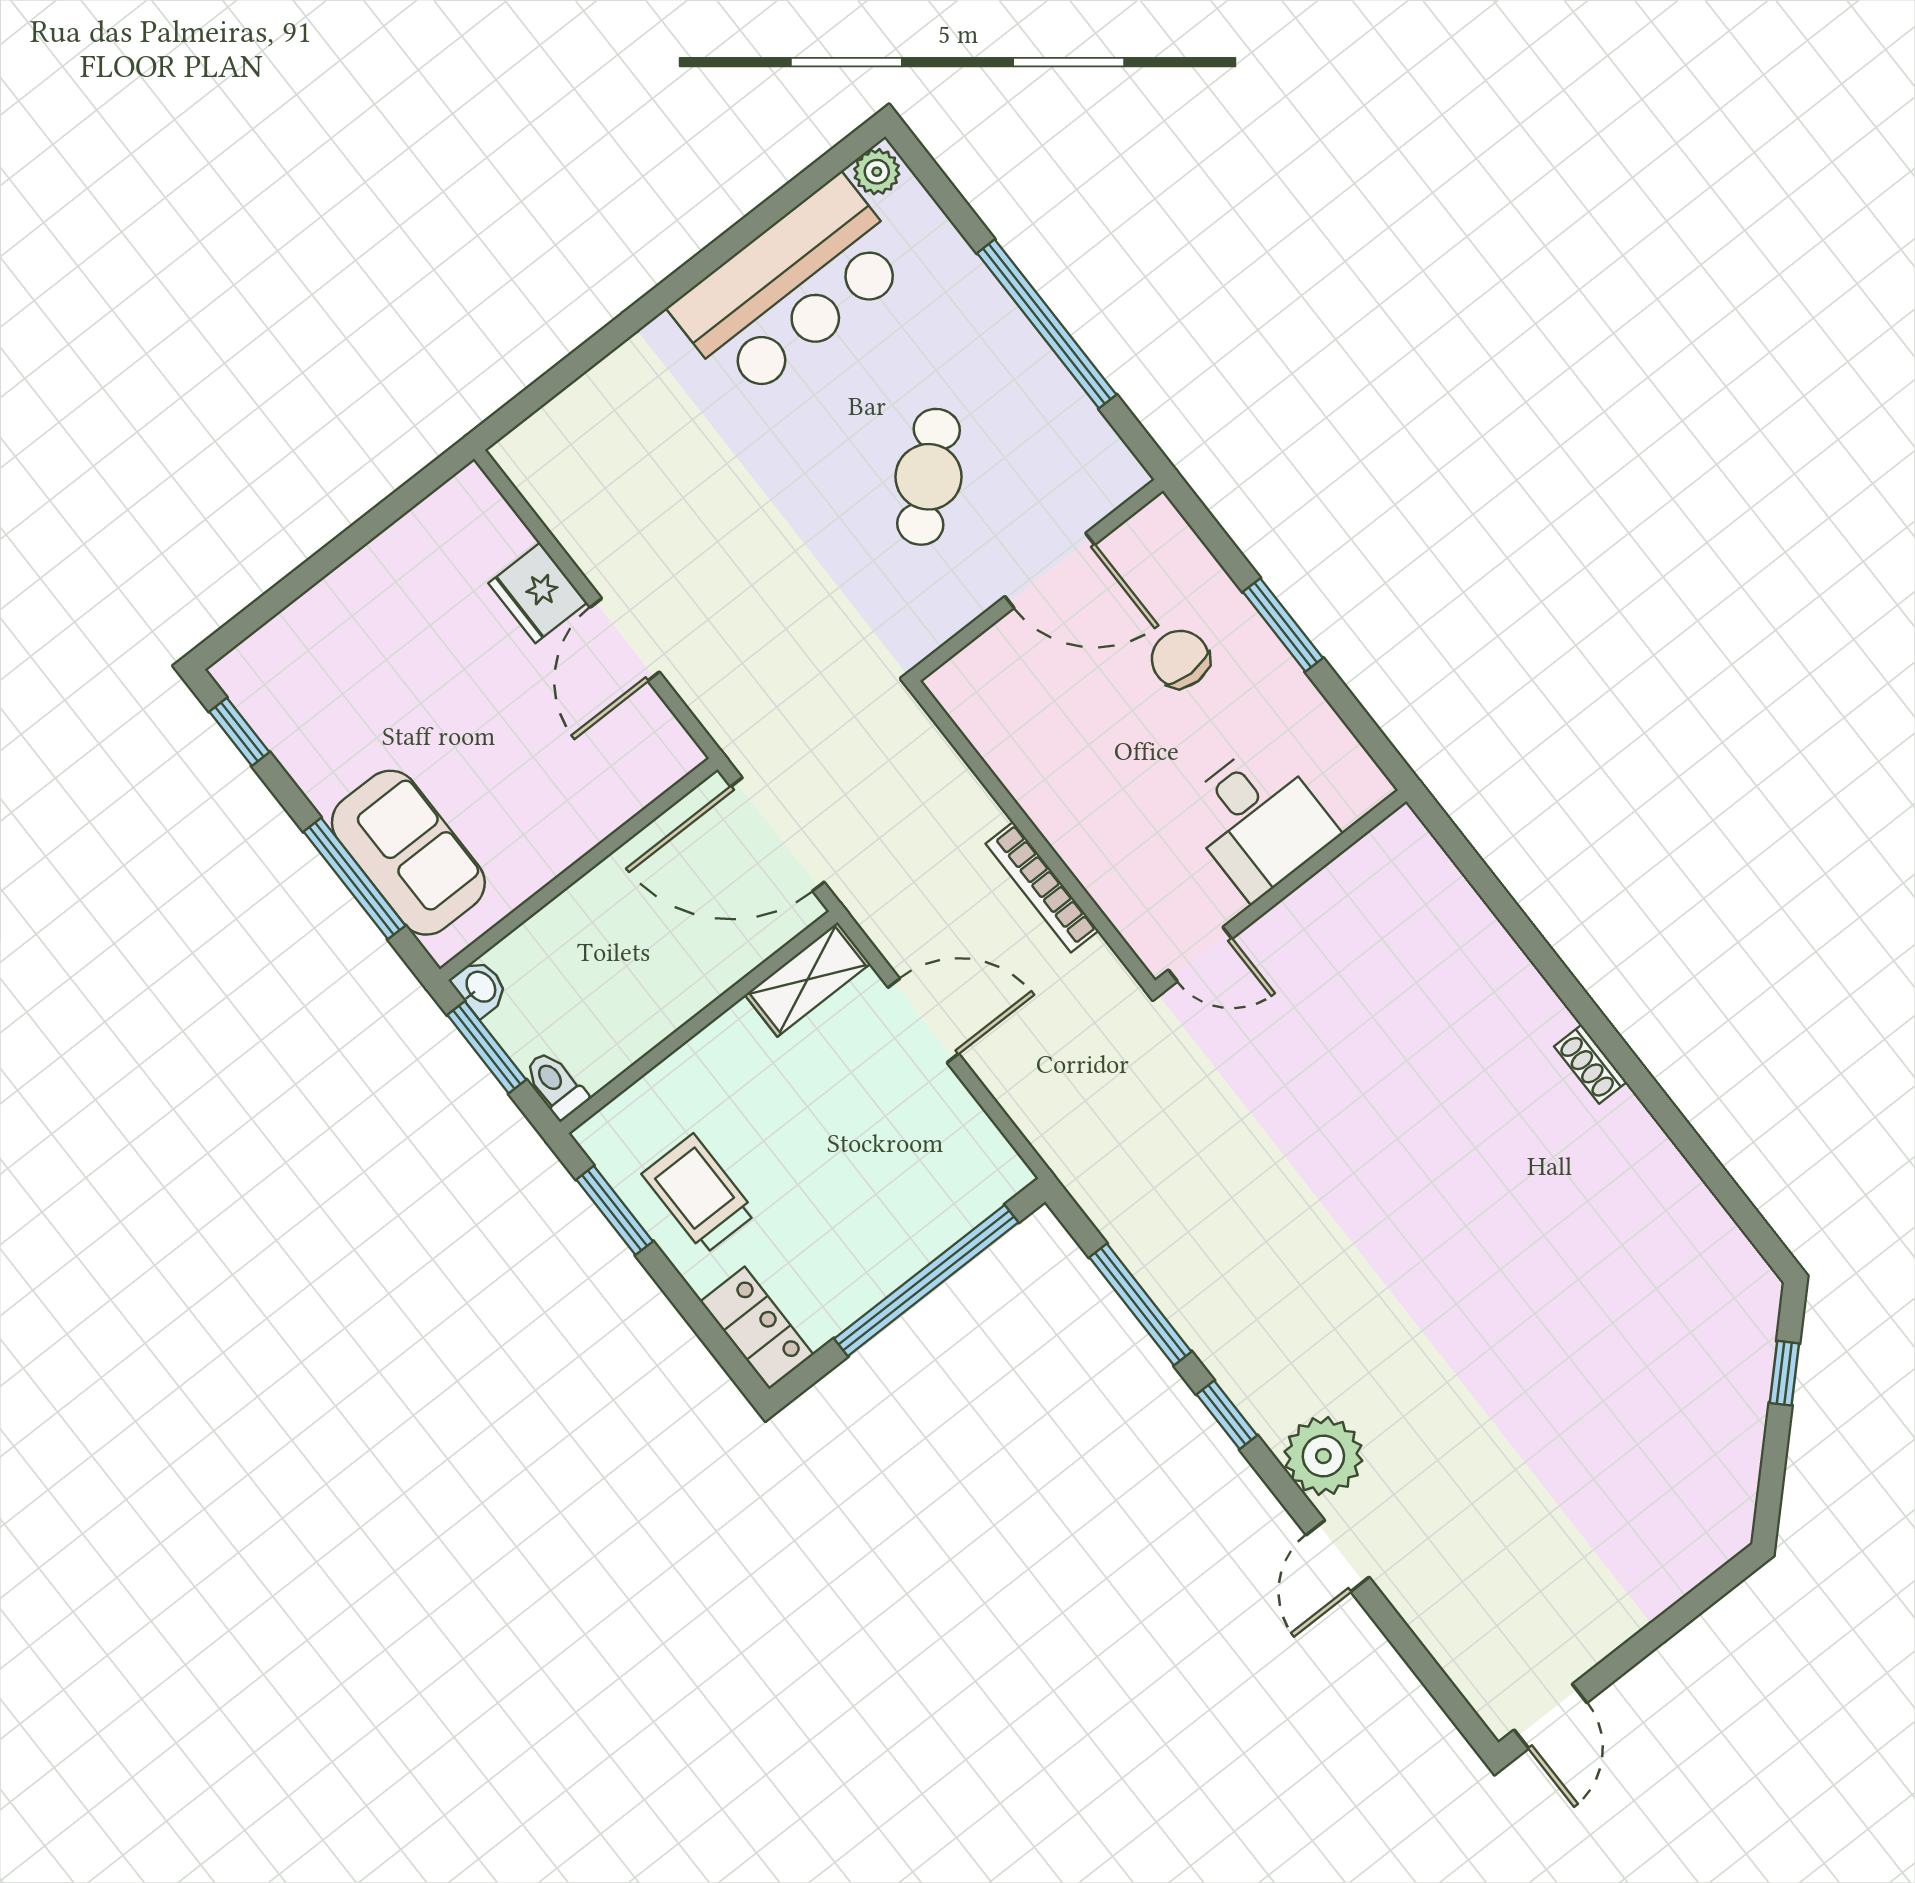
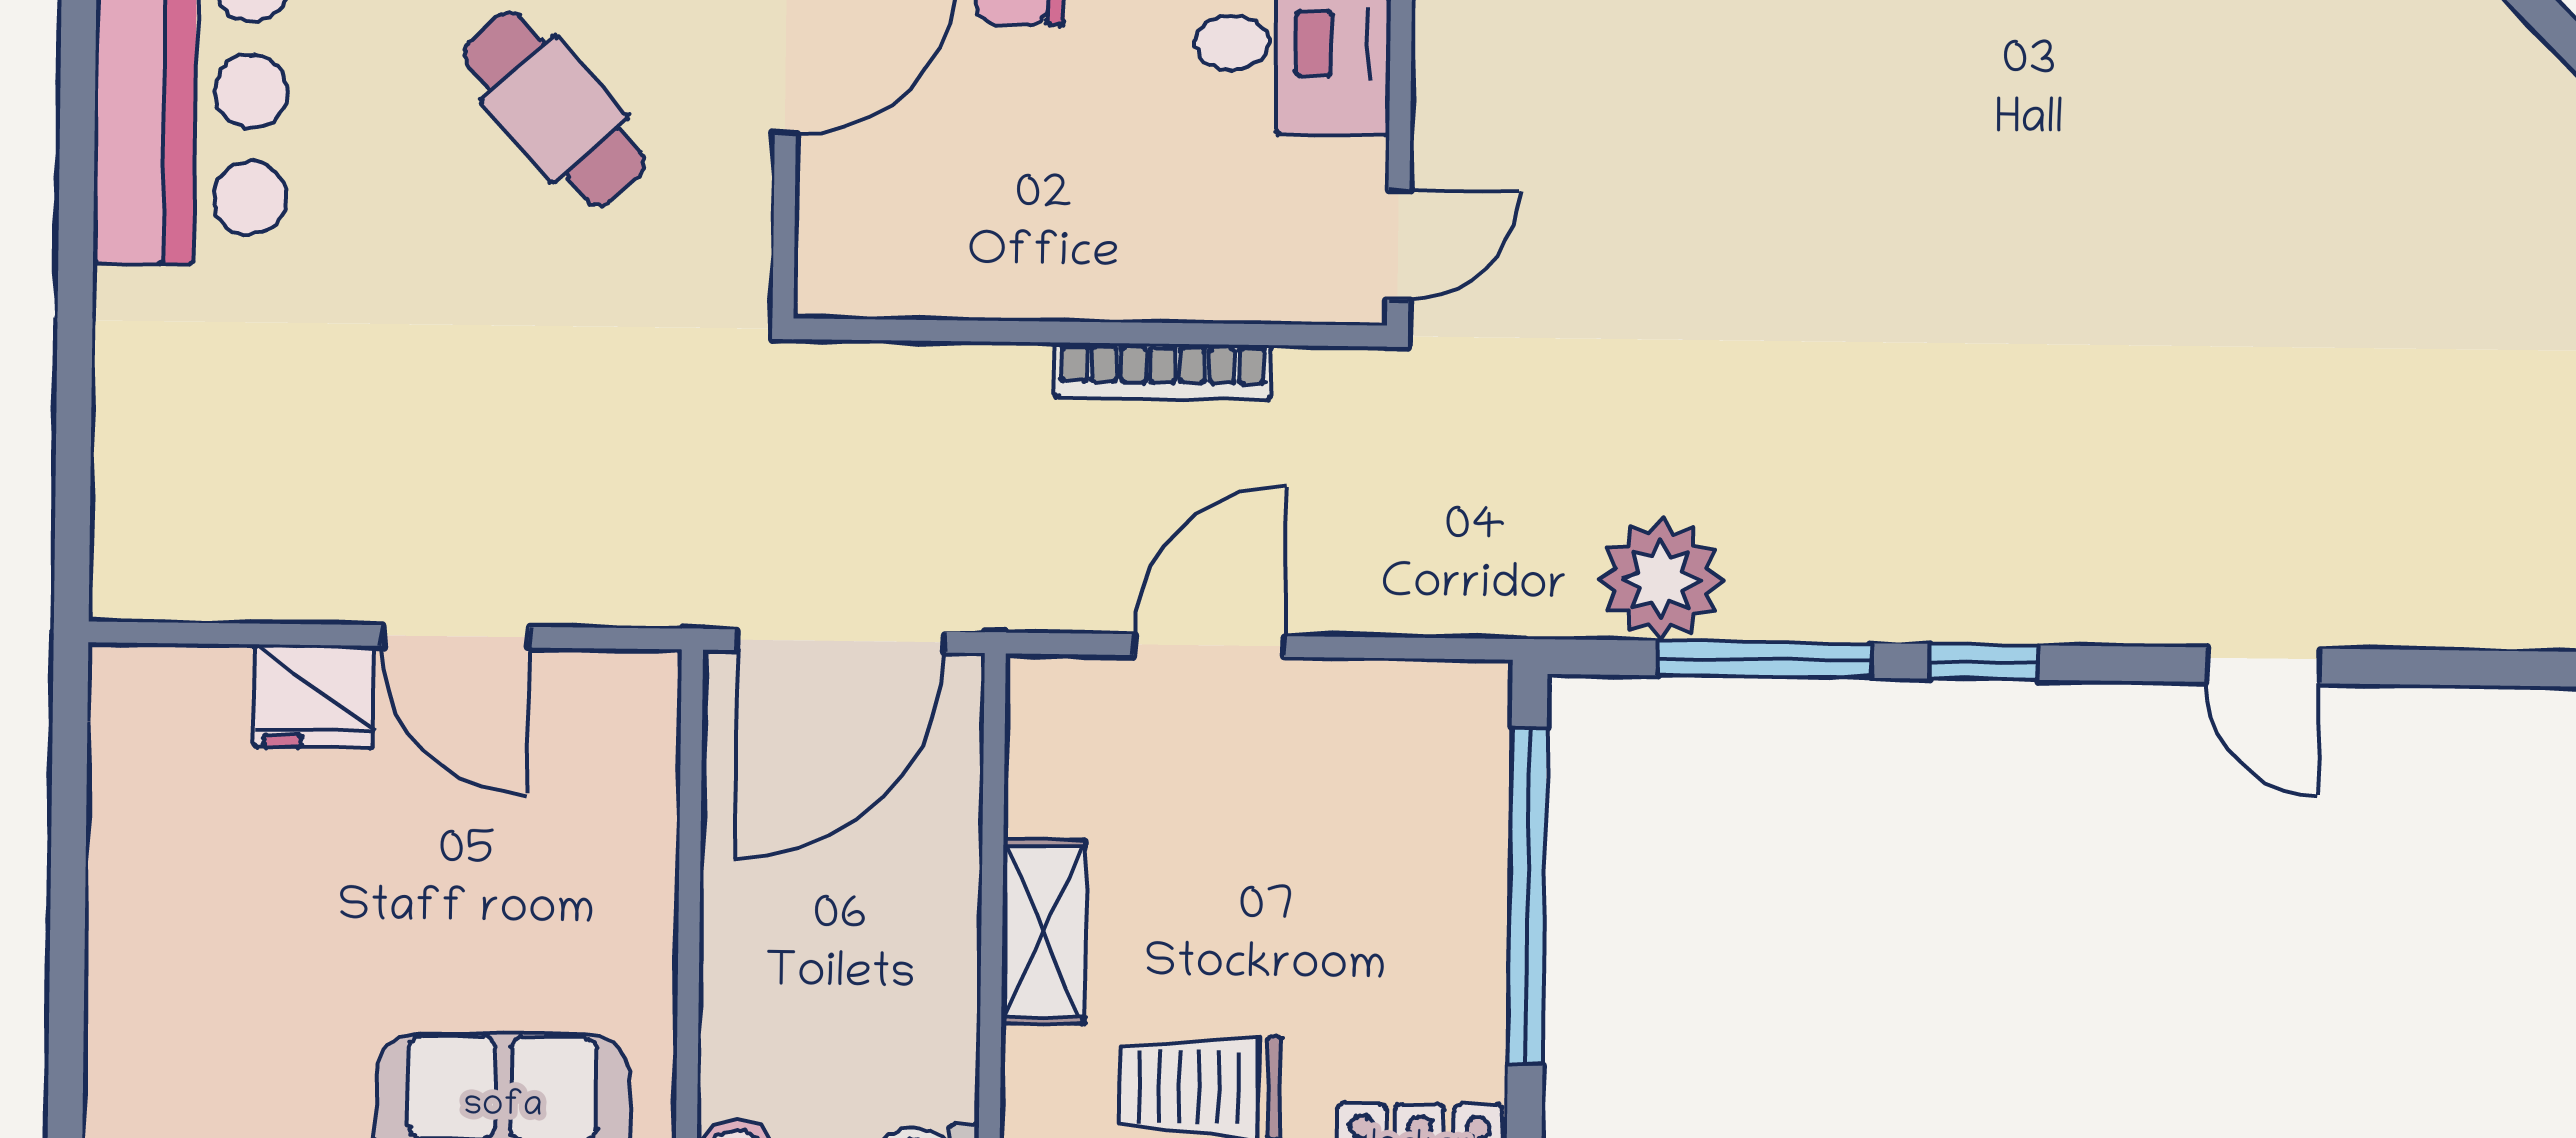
shelving: (808, 979) -> (1044, 932), moved
plant: (1323, 1456) -> (1661, 579), moved

